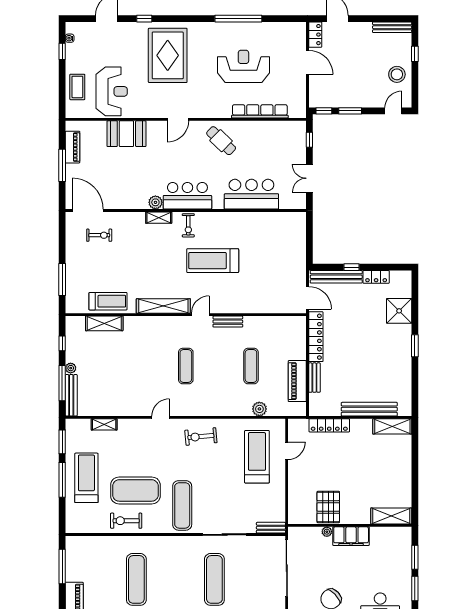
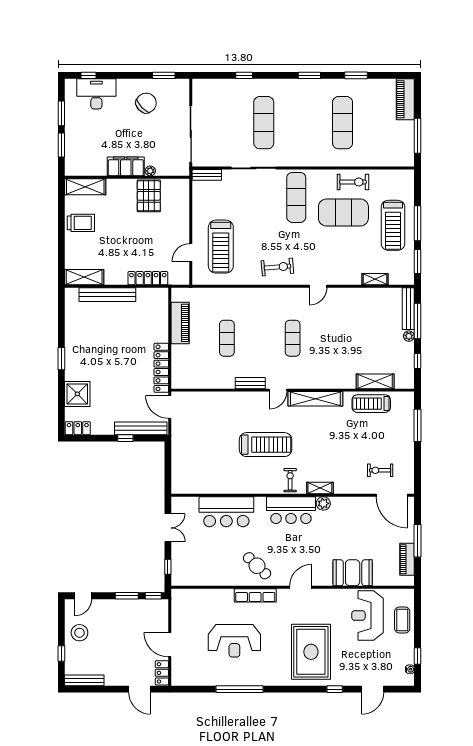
row of seats: (260, 111) -> (255, 595), moved, width x0.73
locker: (376, 277) -> (78, 428), moved
bench: (314, 378) -> (163, 327), removed
plant: (259, 409) -> (218, 295), removed
trolley: (396, 480) -> (81, 223), added

